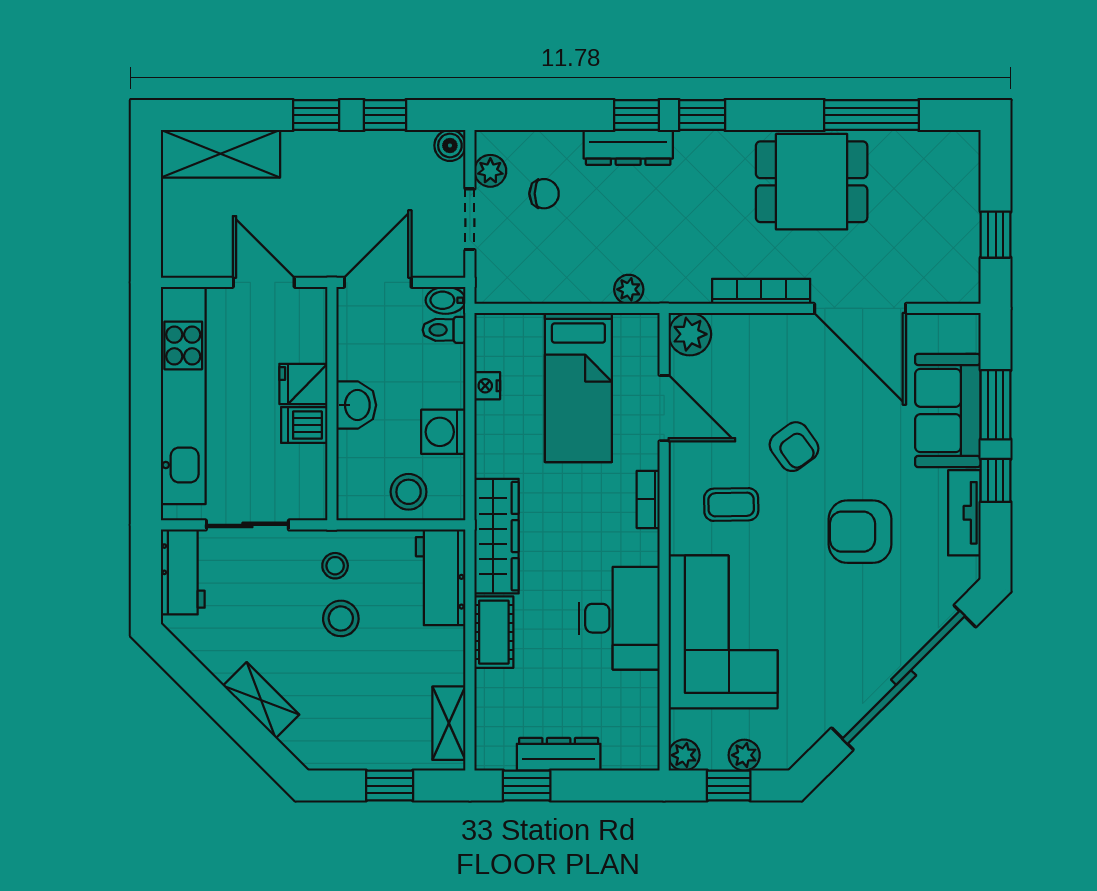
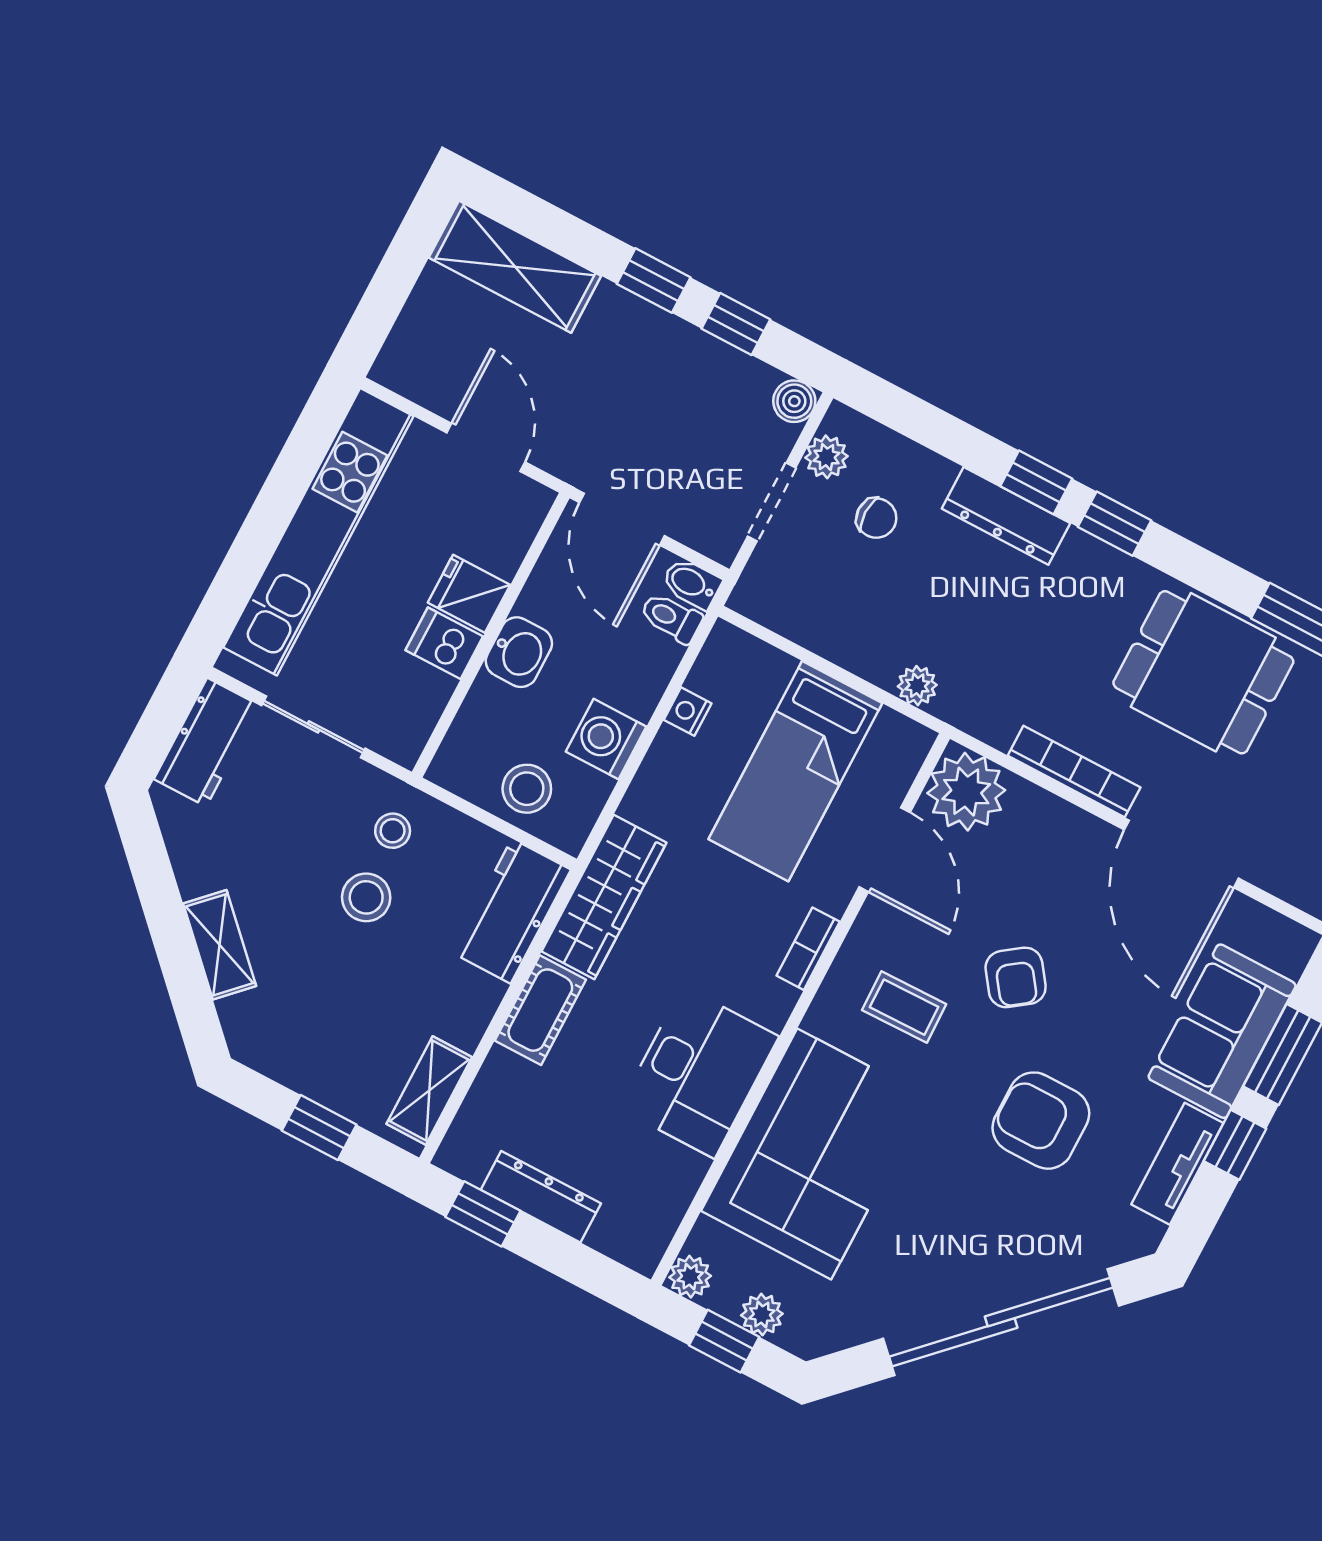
door: (378, 282) -> (622, 519), swing flipped
plant: (690, 334) -> (966, 792), width x1.36, depth x1.36

